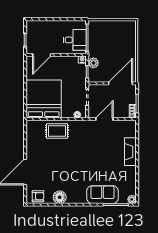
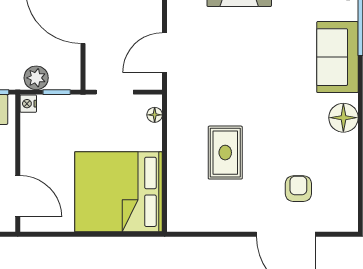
door: (104, 119) -> (165, 53), hinge flipped
rug: (57, 131) -> (225, 153), moved
armchair: (38, 196) -> (298, 189), moved
floor lamp: (60, 197) -> (343, 118), moved

